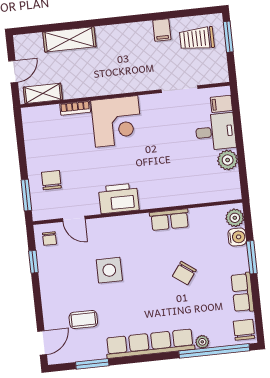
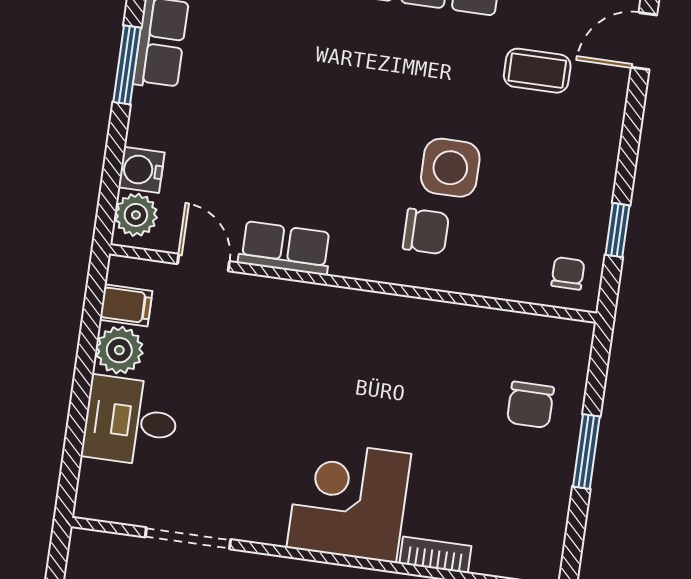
filing cabinet: (221, 104) -> (126, 305), moved
window: (26, 195) -> (586, 452), moved
printer: (119, 198) -> (388, 325), removed
door: (74, 219) -> (204, 263), moved
window: (252, 257) -> (127, 65), moved
chair: (184, 273) -> (426, 231), moved, turned 54

